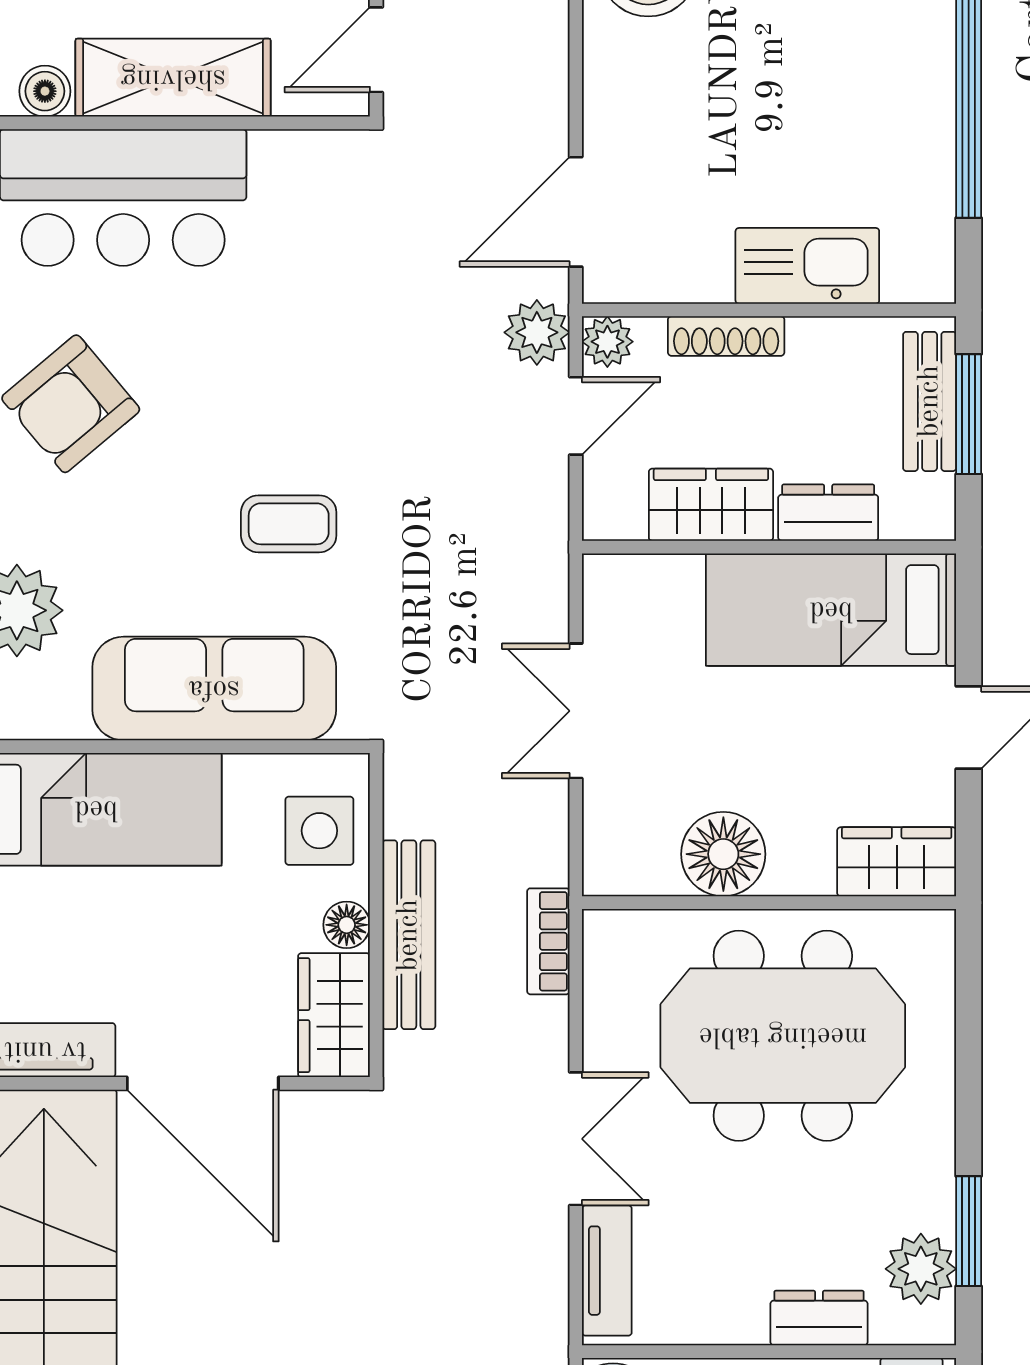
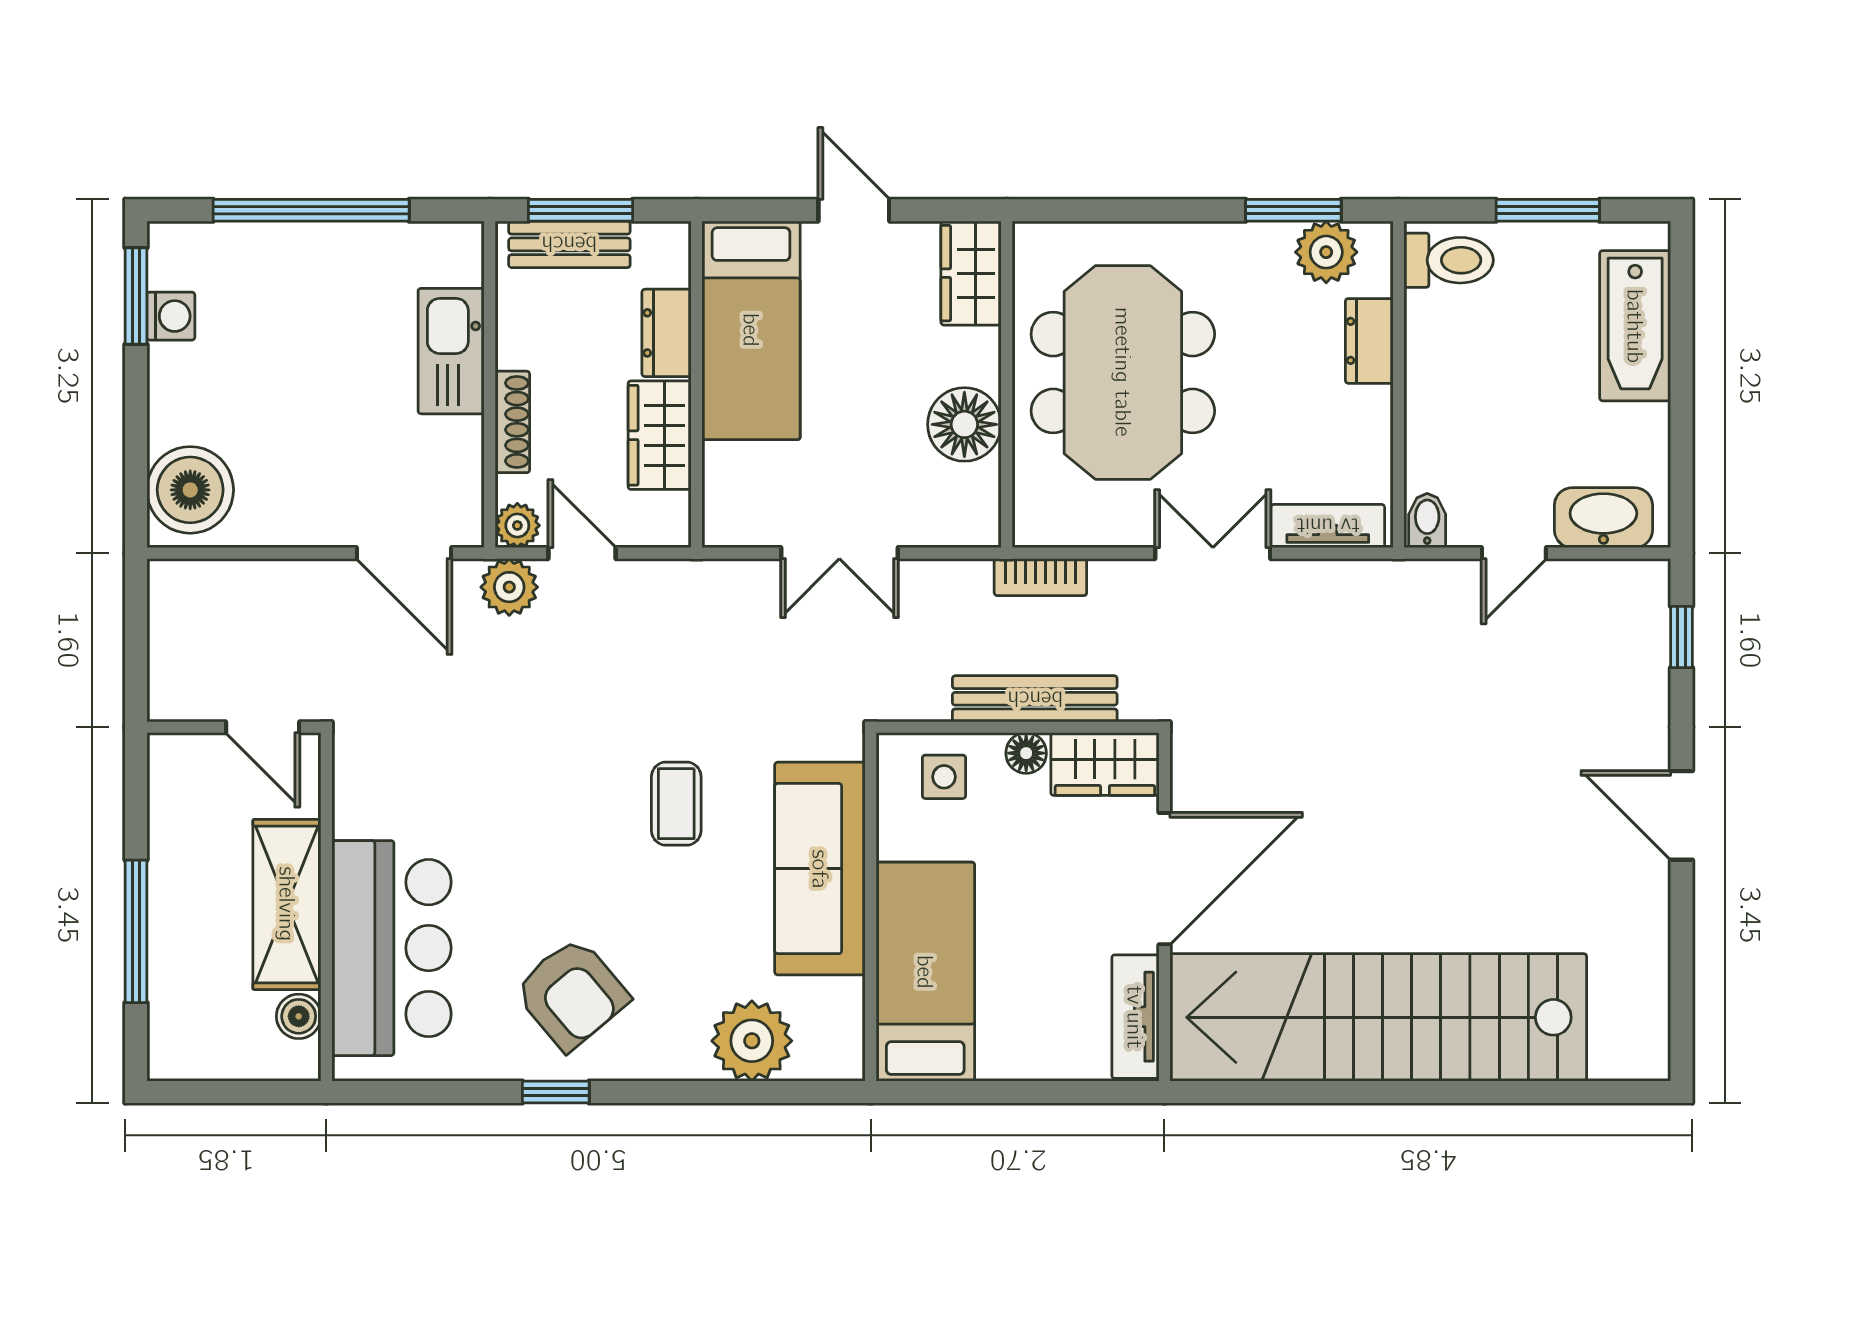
side table: (319, 831) -> (944, 777), width x0.73, depth x0.73

